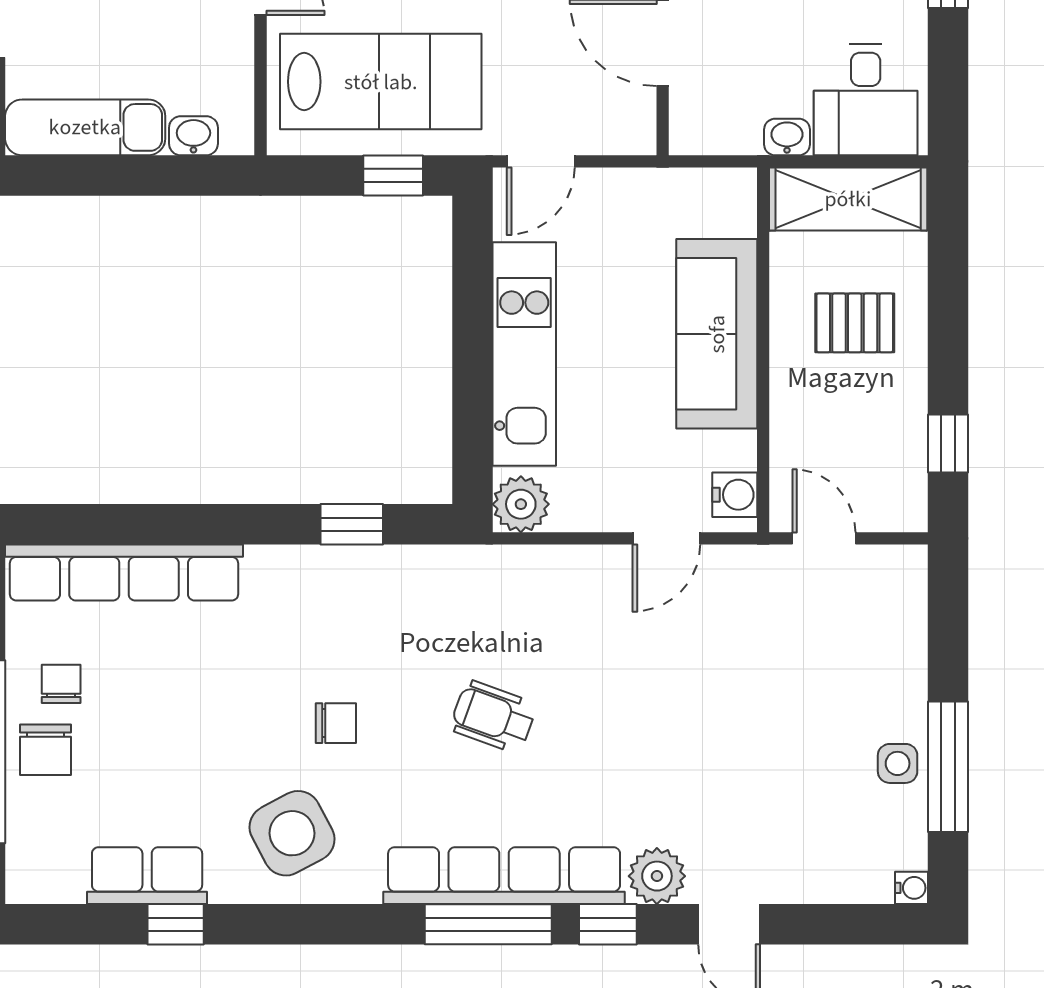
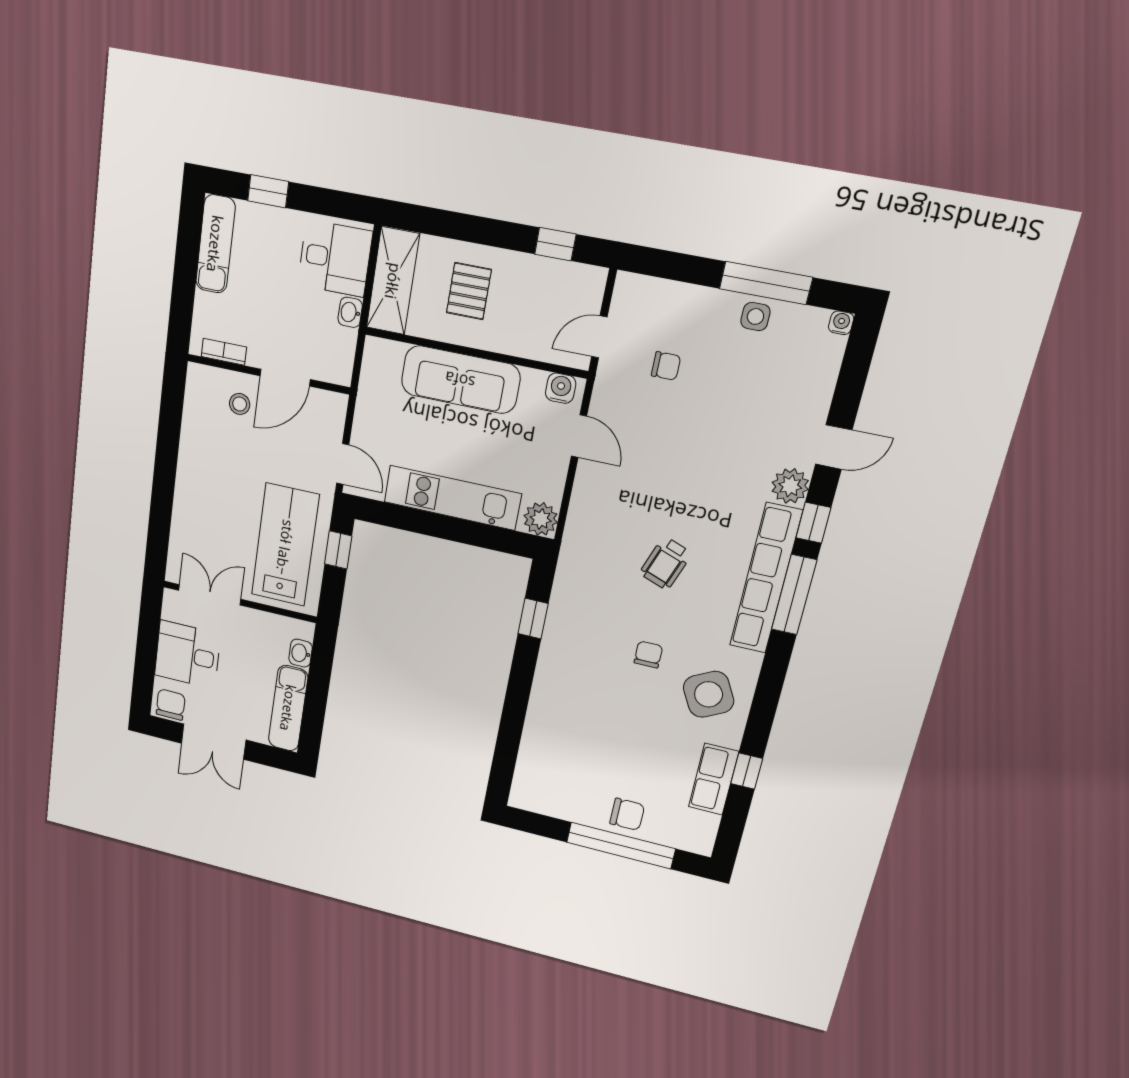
row of seats: (124, 573) -> (535, 748), removed
chair: (61, 684) -> (666, 366), moved, turned 180

